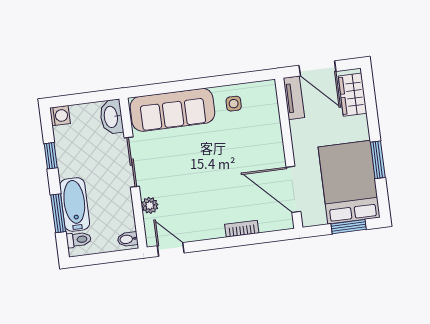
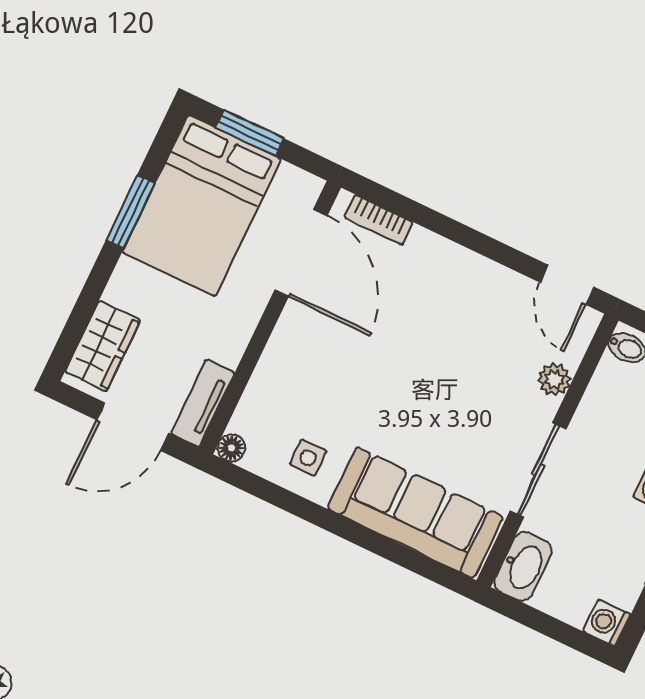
door: (317, 68) -> (133, 427), swing flipped
floor lamp: (269, 87) -> (231, 448), added
bookcase: (242, 229) -> (379, 220), moved

